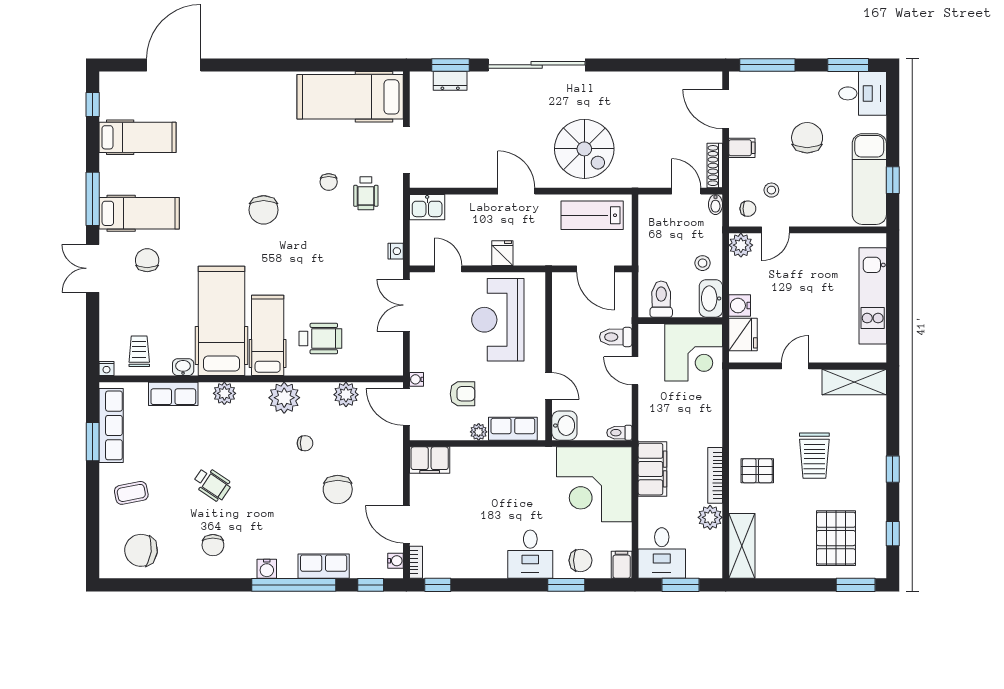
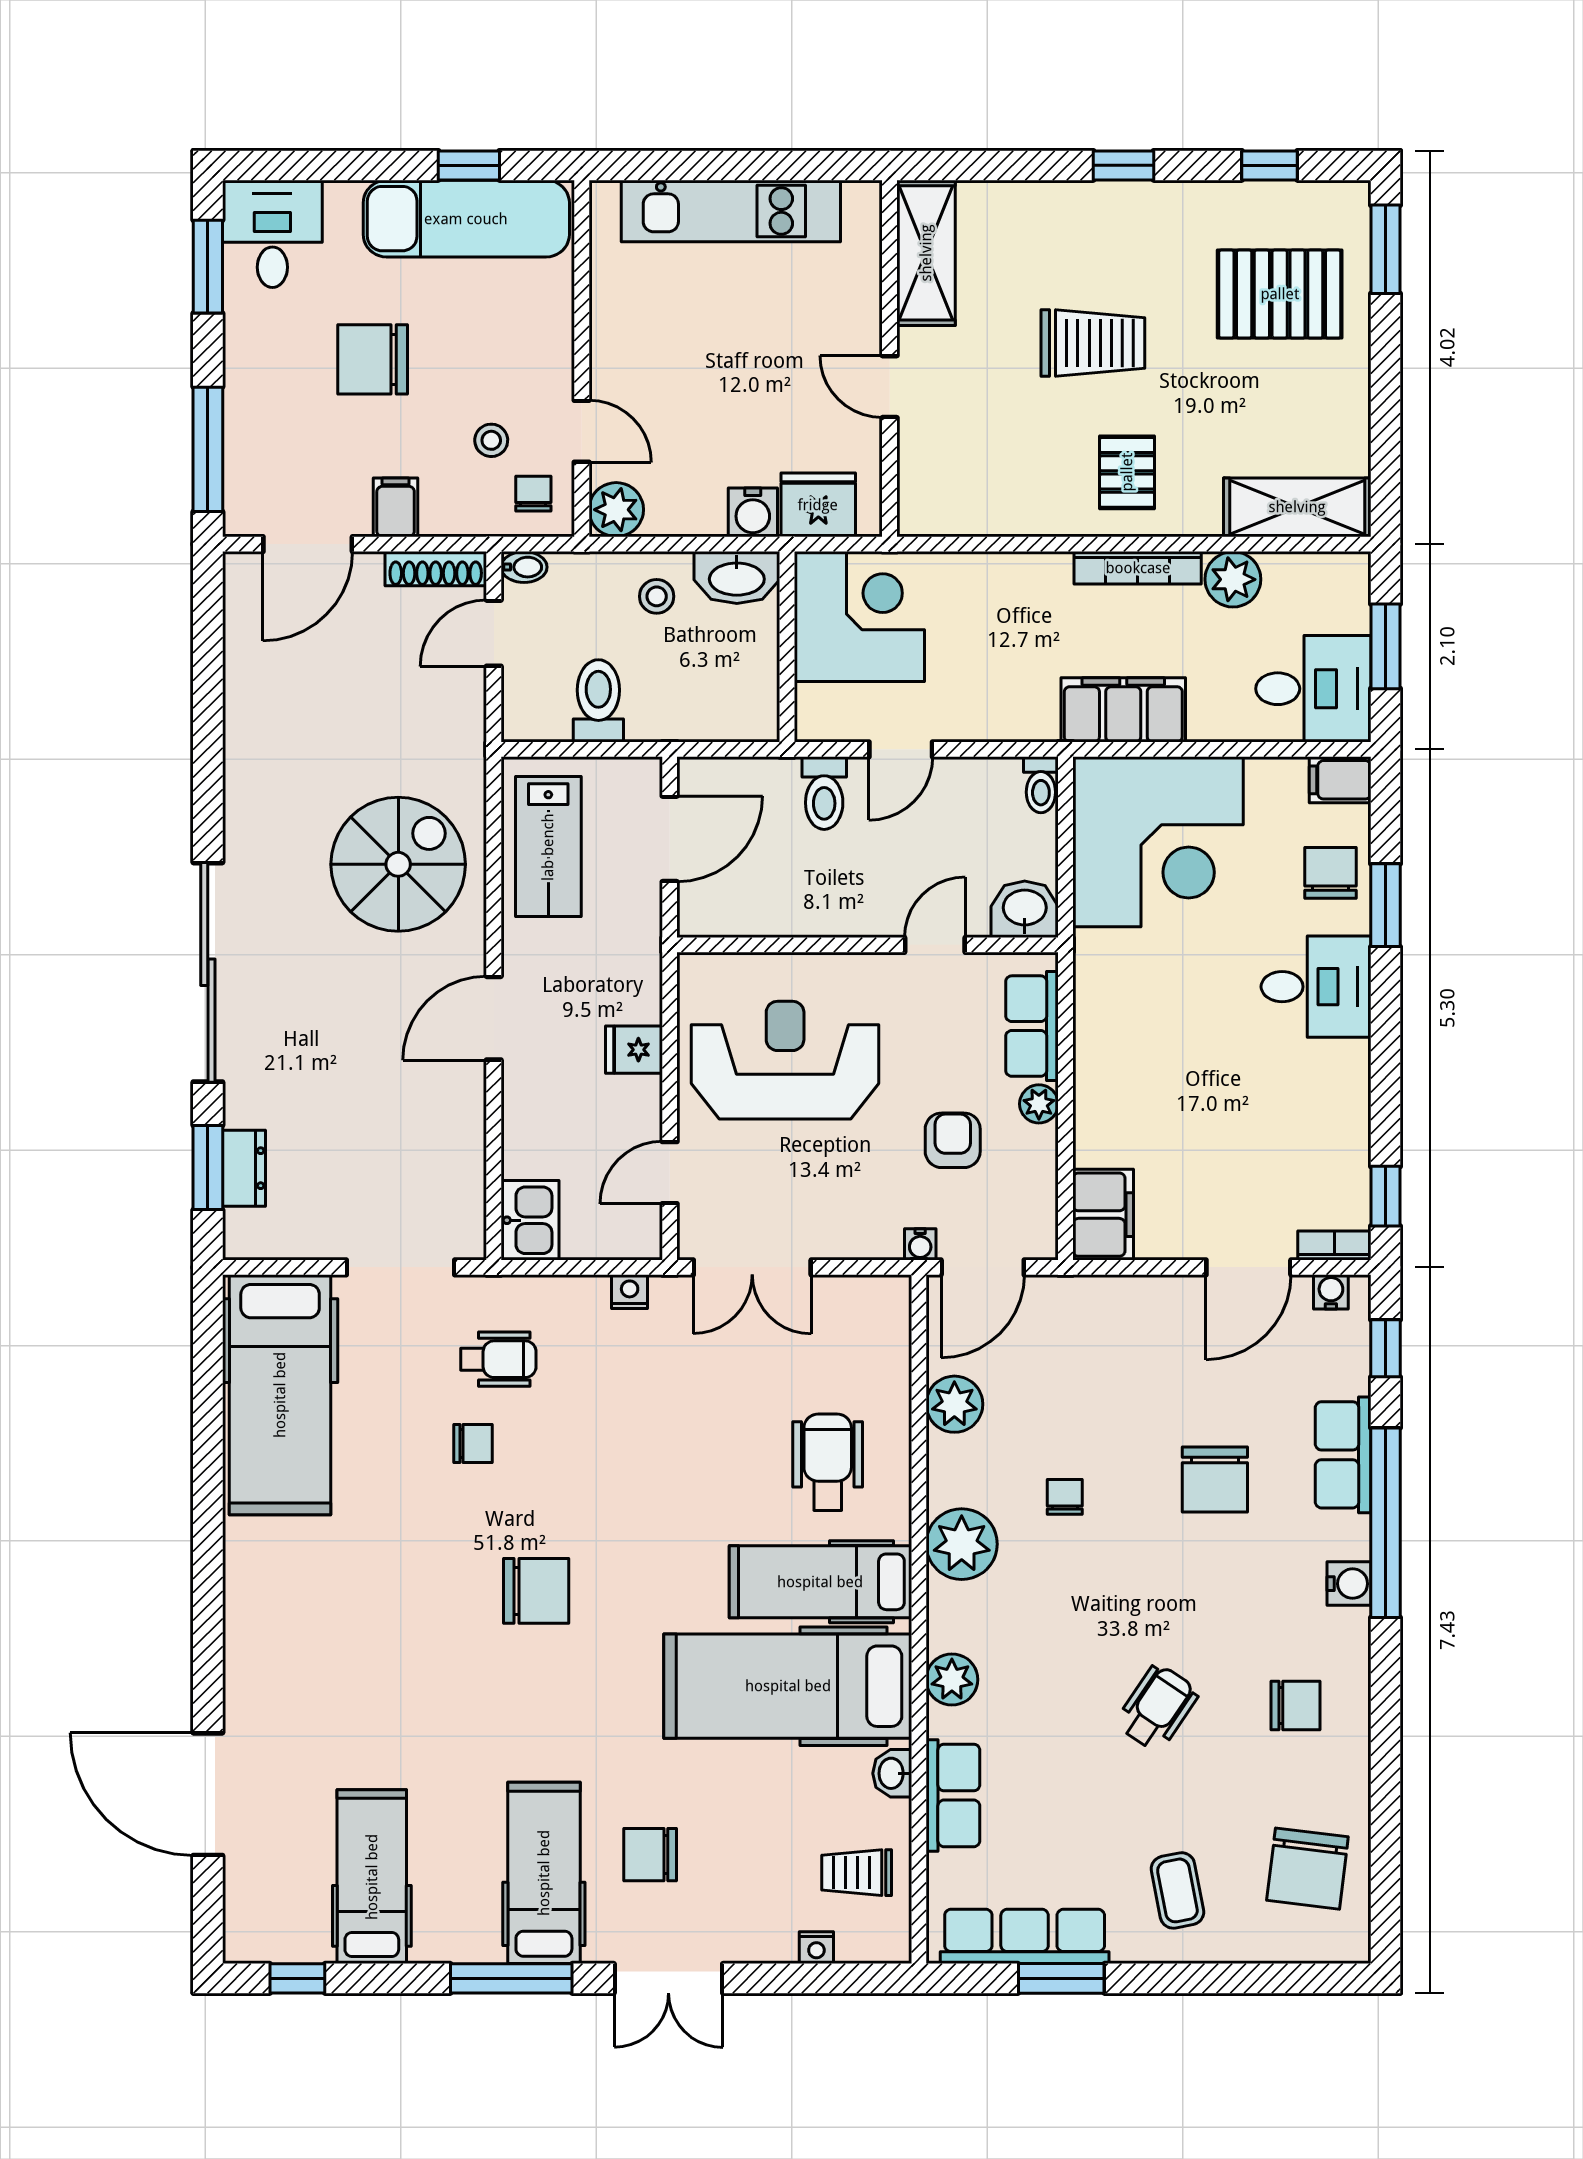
toilet: (661, 299) -> (598, 701), moved, turned 90
reception desk: (498, 320) -> (785, 1060), turned 180
nightstand: (106, 369) -> (816, 1948), moved, turned 90
chair: (338, 489) -> (1215, 1480), moved, turned 90

